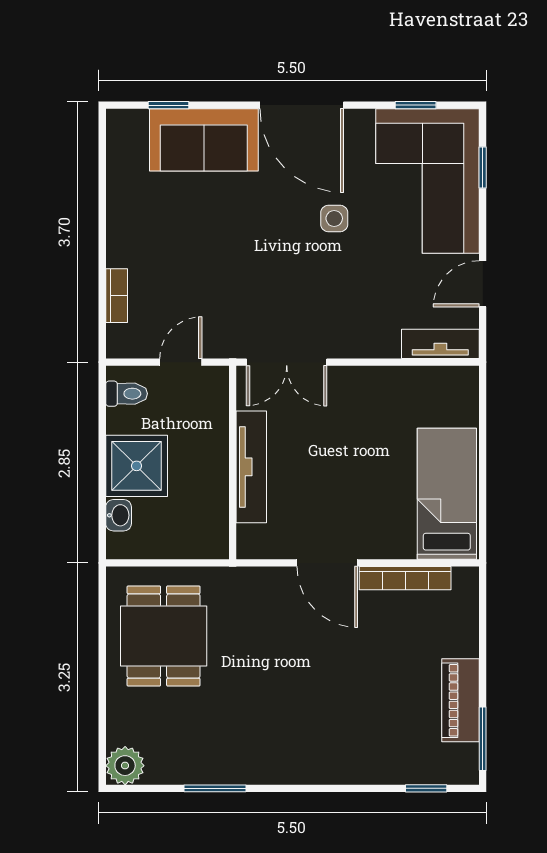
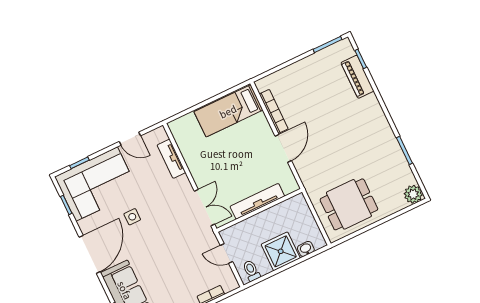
tv unit: (440, 344) -> (171, 159), moved
piano: (461, 700) -> (357, 77), moved, turned 90

